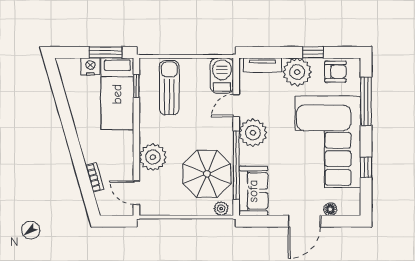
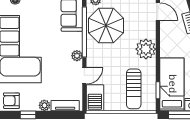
plant: (297, 72) -> (44, 105), width x0.53, depth x0.53
plant: (253, 133) -> (77, 56), width x0.53, depth x0.53
plant: (153, 157) -> (146, 49), moved

